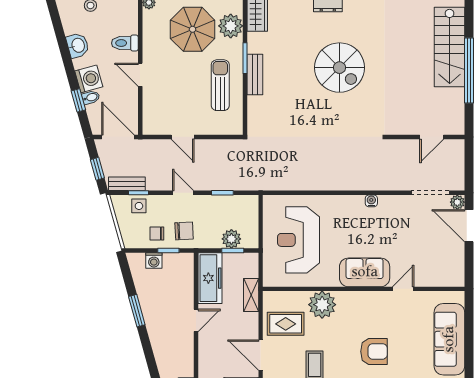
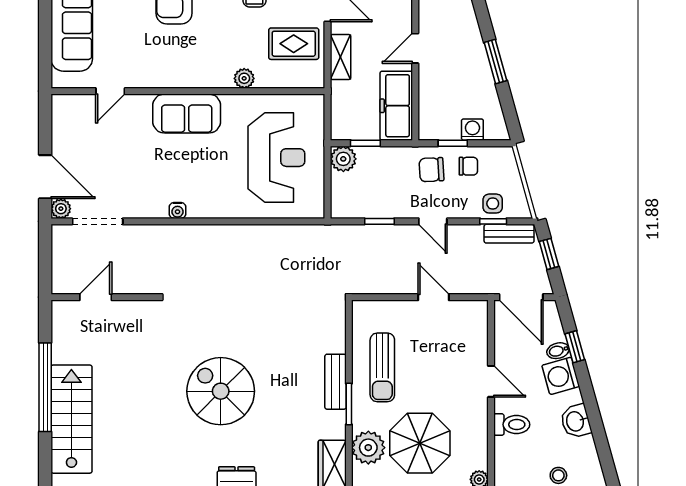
plant: (231, 239) -> (343, 159), moved
door: (403, 289) -> (110, 91), moved
shelving: (251, 295) -> (341, 57), moved
plant: (322, 305) -> (244, 78), width x0.53, depth x0.53

